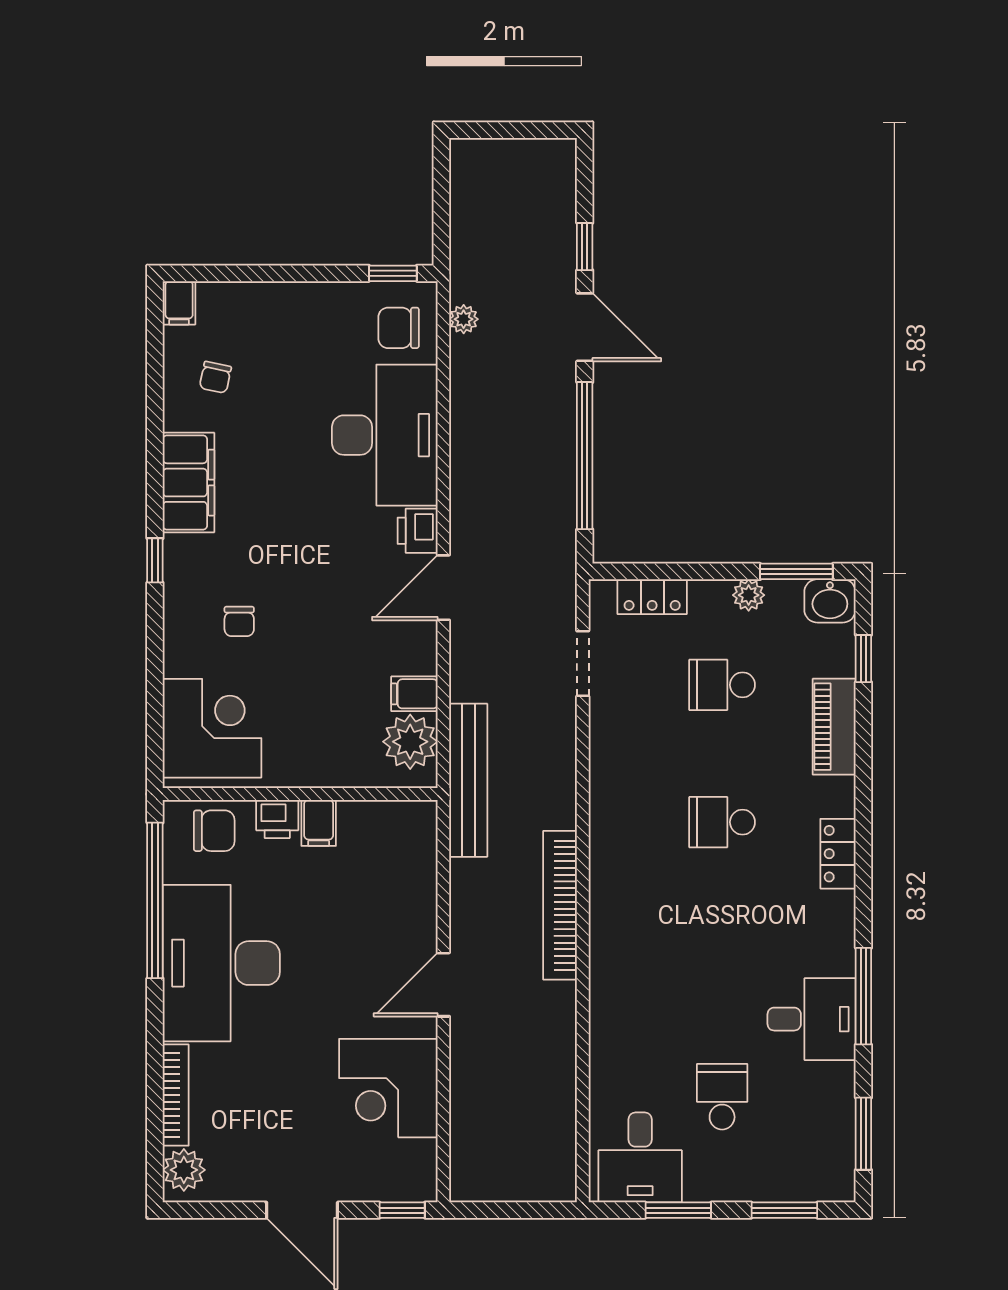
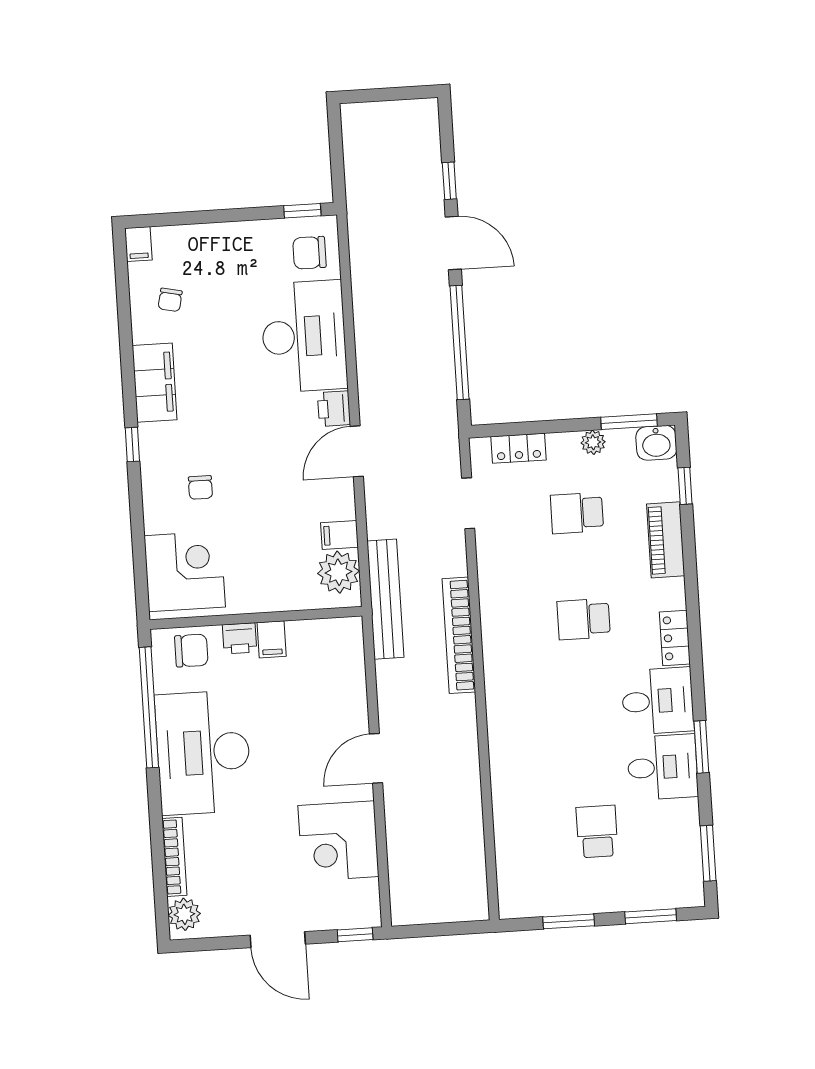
plant: (464, 319) -> (359, 243), removed
bookcase: (560, 905) -> (459, 635), moved
window: (863, 996) -> (701, 747), width x0.69
desk: (640, 1157) -> (658, 701), moved, turned -90

